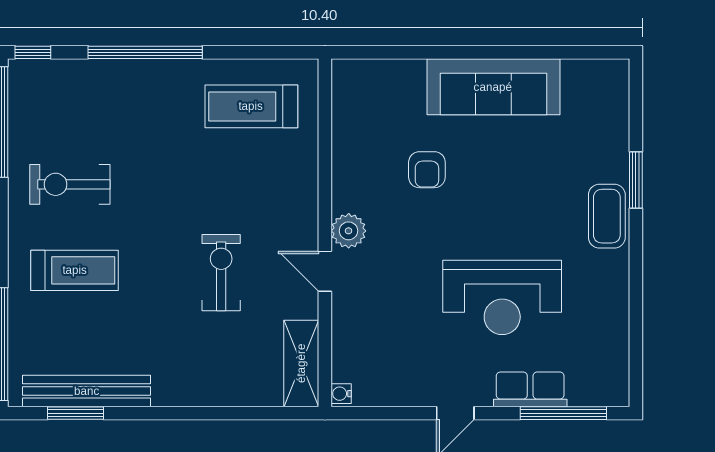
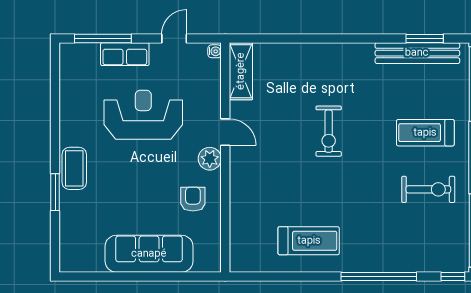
plant: (349, 231) -> (210, 159), moved
wall: (325, 233) -> (225, 157), moved
door: (325, 271) -> (225, 132), moved
shelving: (301, 363) -> (241, 71), moved
water cooler: (341, 394) -> (215, 51), moved

